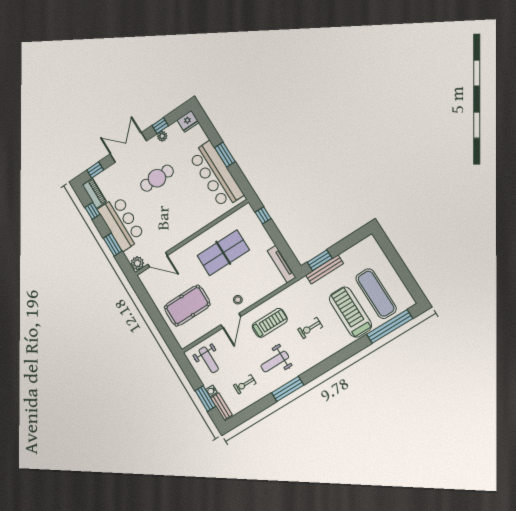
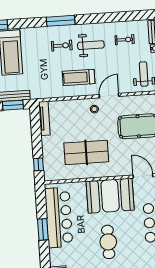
cafe table: (157, 178) -> (108, 242), turned 90
booth: (178, 223) -> (110, 196), added
exercise bike: (310, 328) -> (62, 46), moved
window: (288, 389) -> (61, 21), moved

